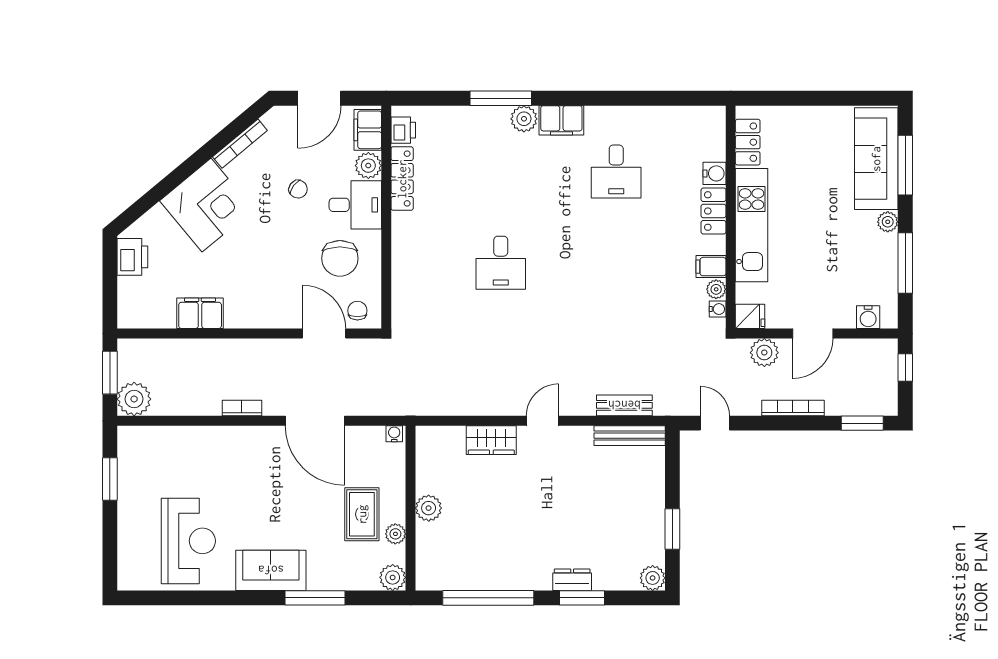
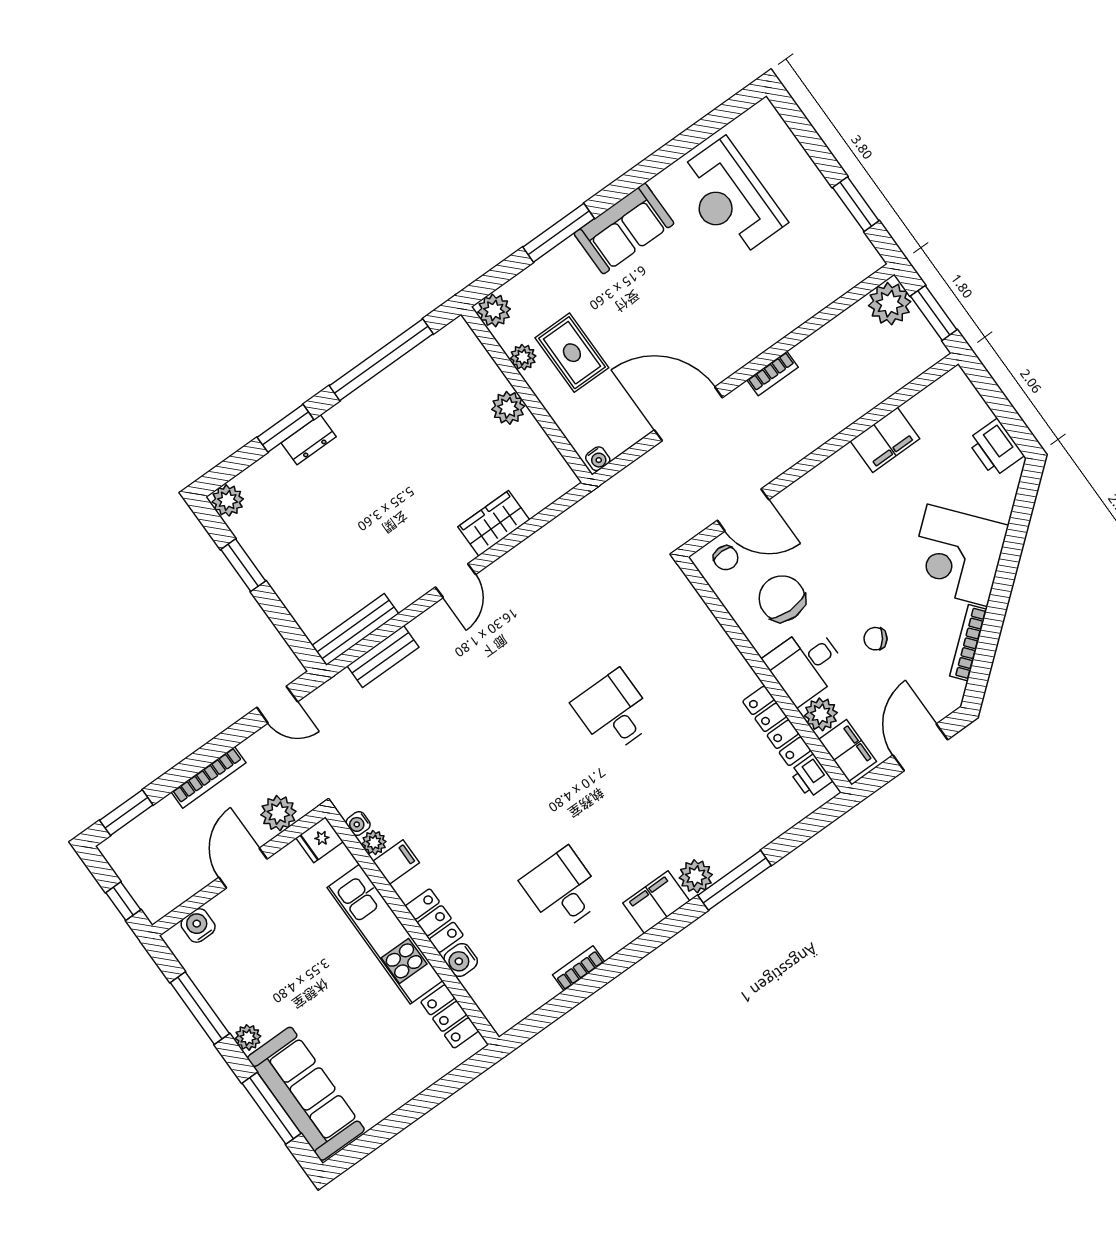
bookcase: (642, 114) -> (579, 968), added

